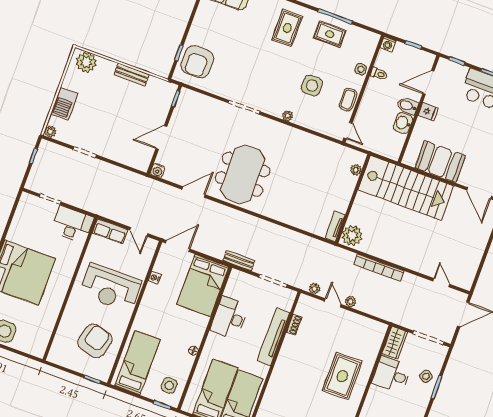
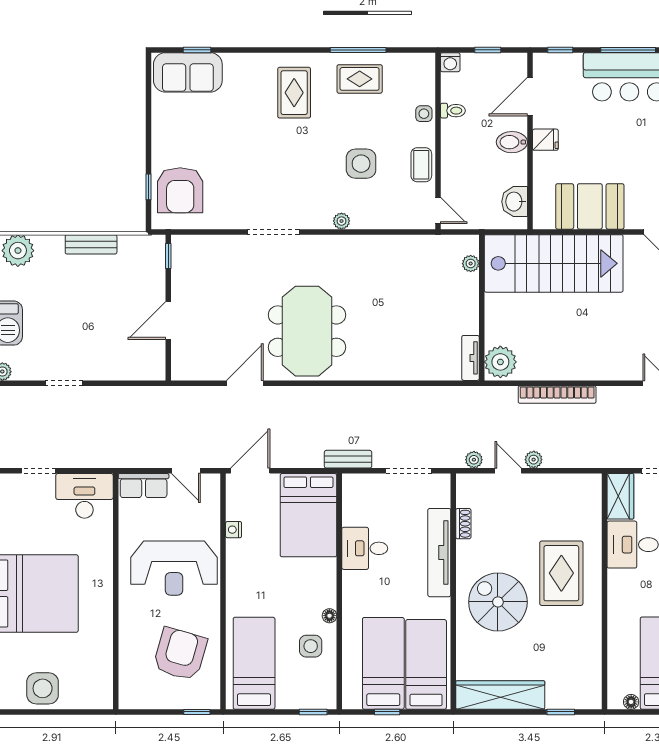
washbasin: (403, 123) -> (515, 202), moved
water cooler: (158, 170) -> (181, 371), removed
desk: (229, 318) -> (365, 548), width x0.73
spiral stairs: (298, 379) -> (498, 602), added
side table: (169, 385) -> (311, 646), moved

